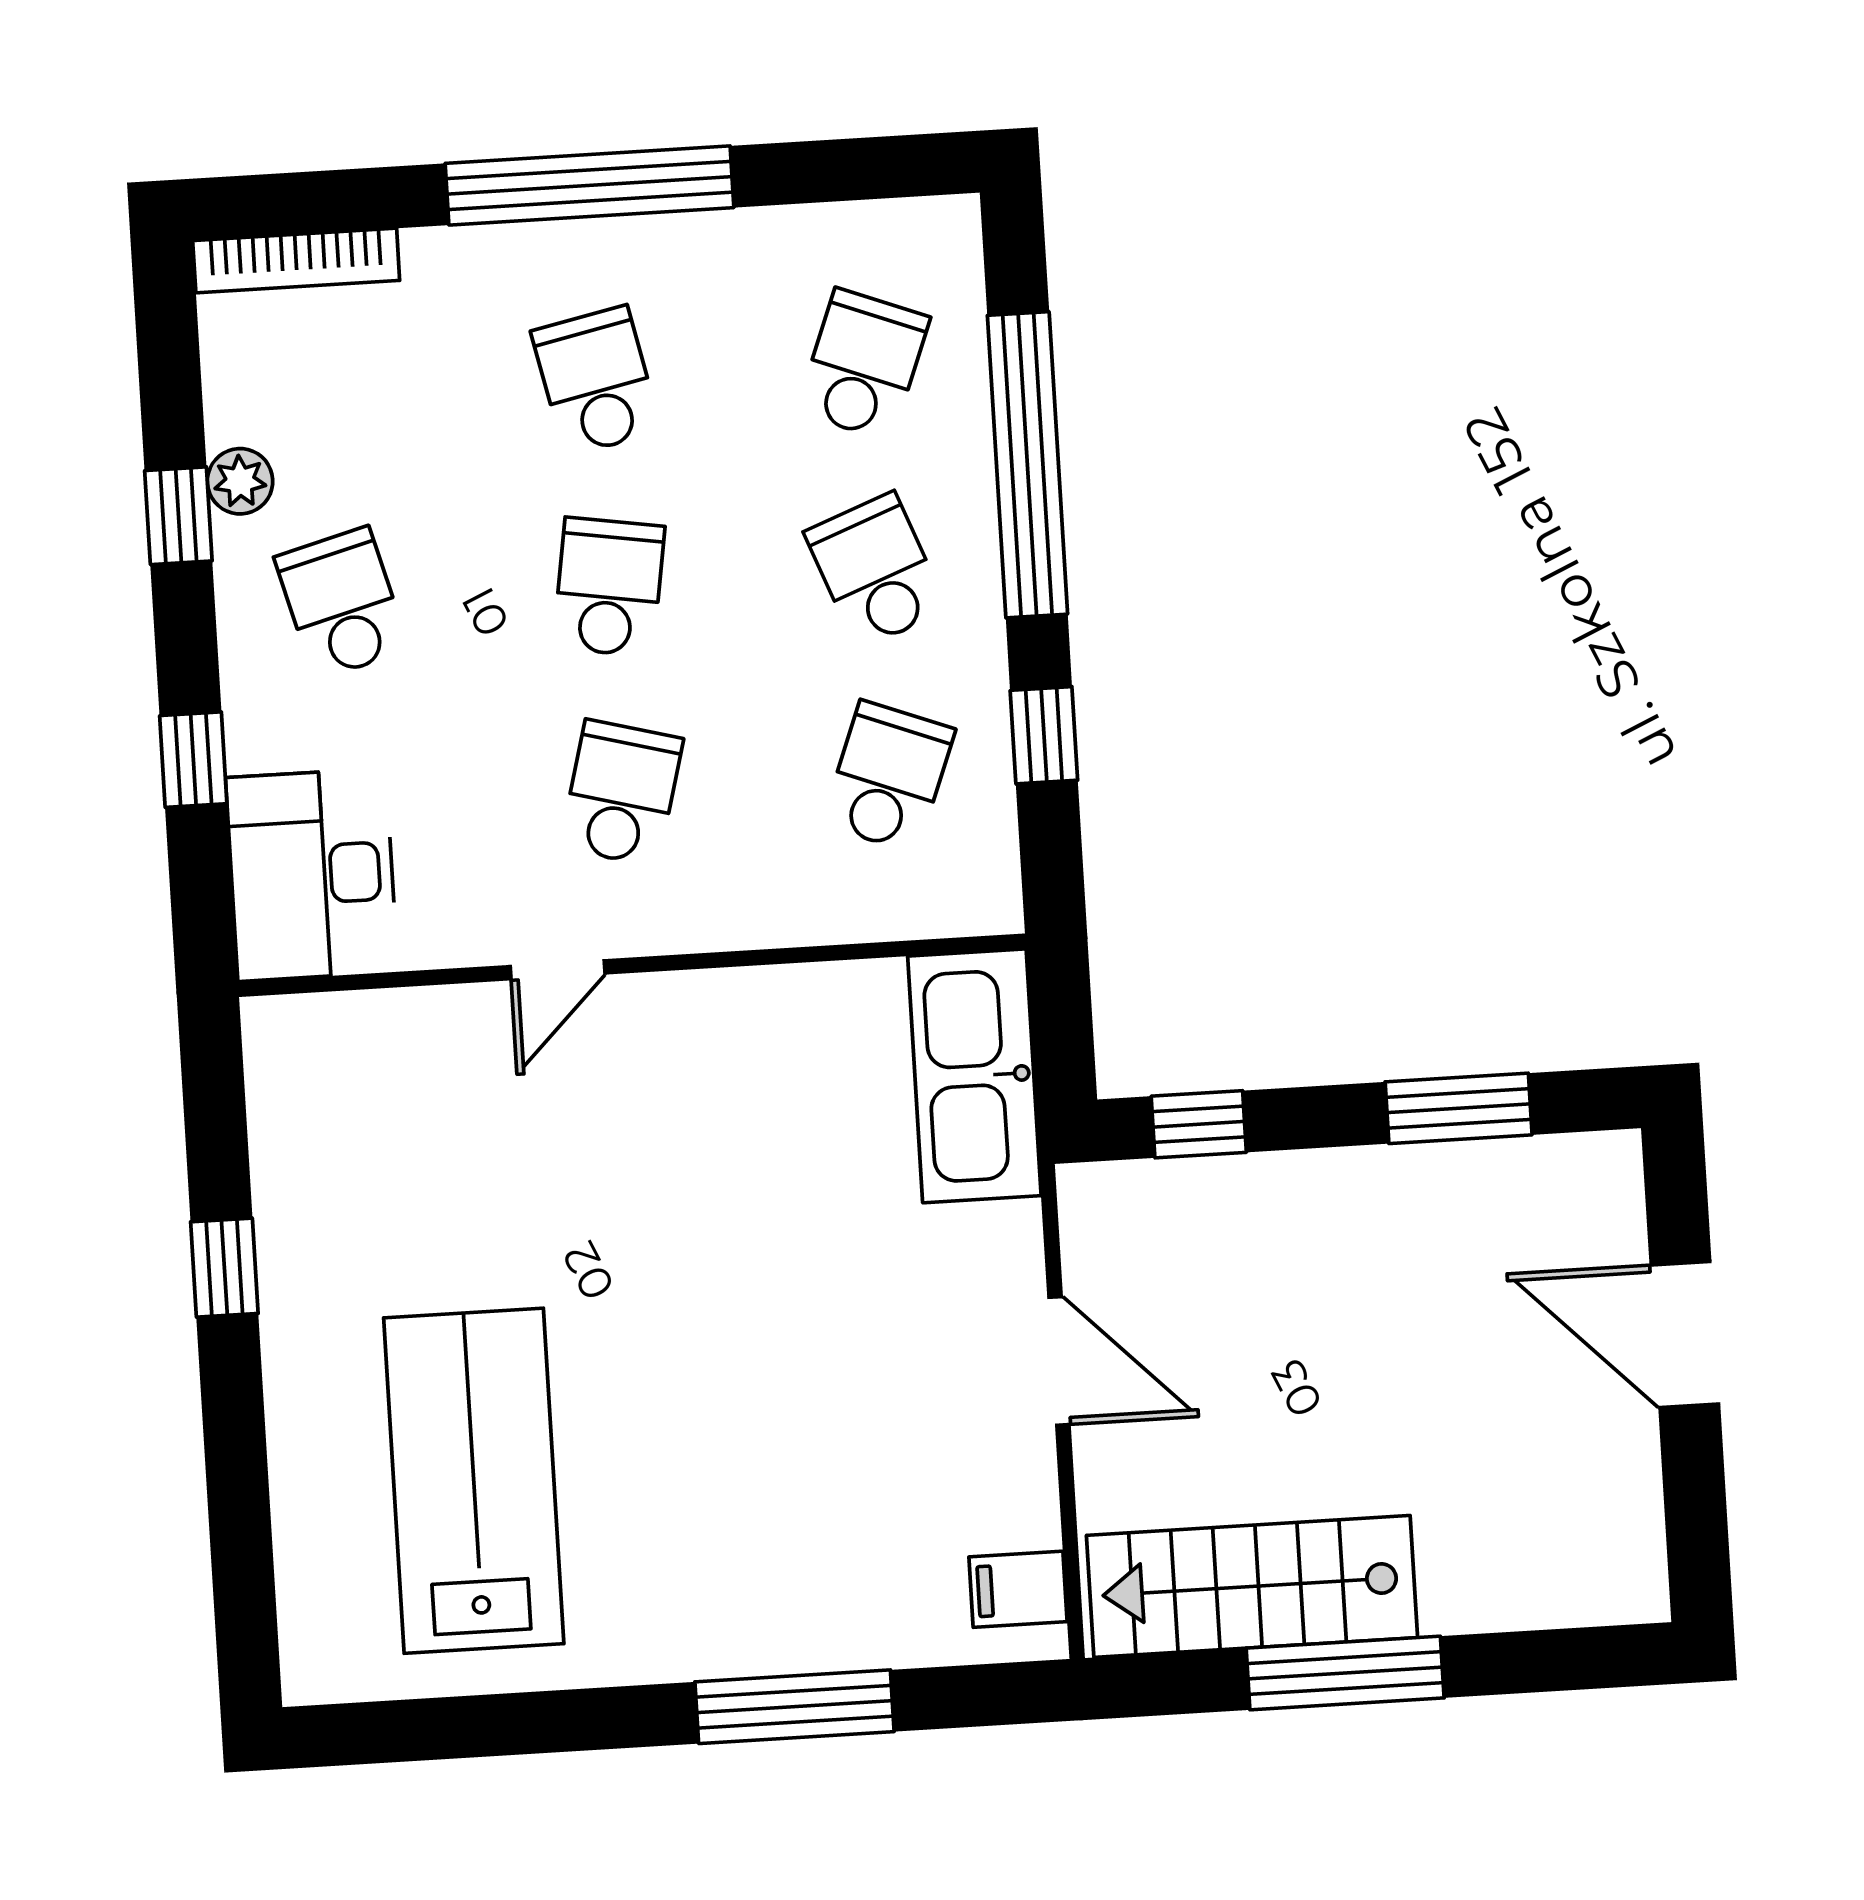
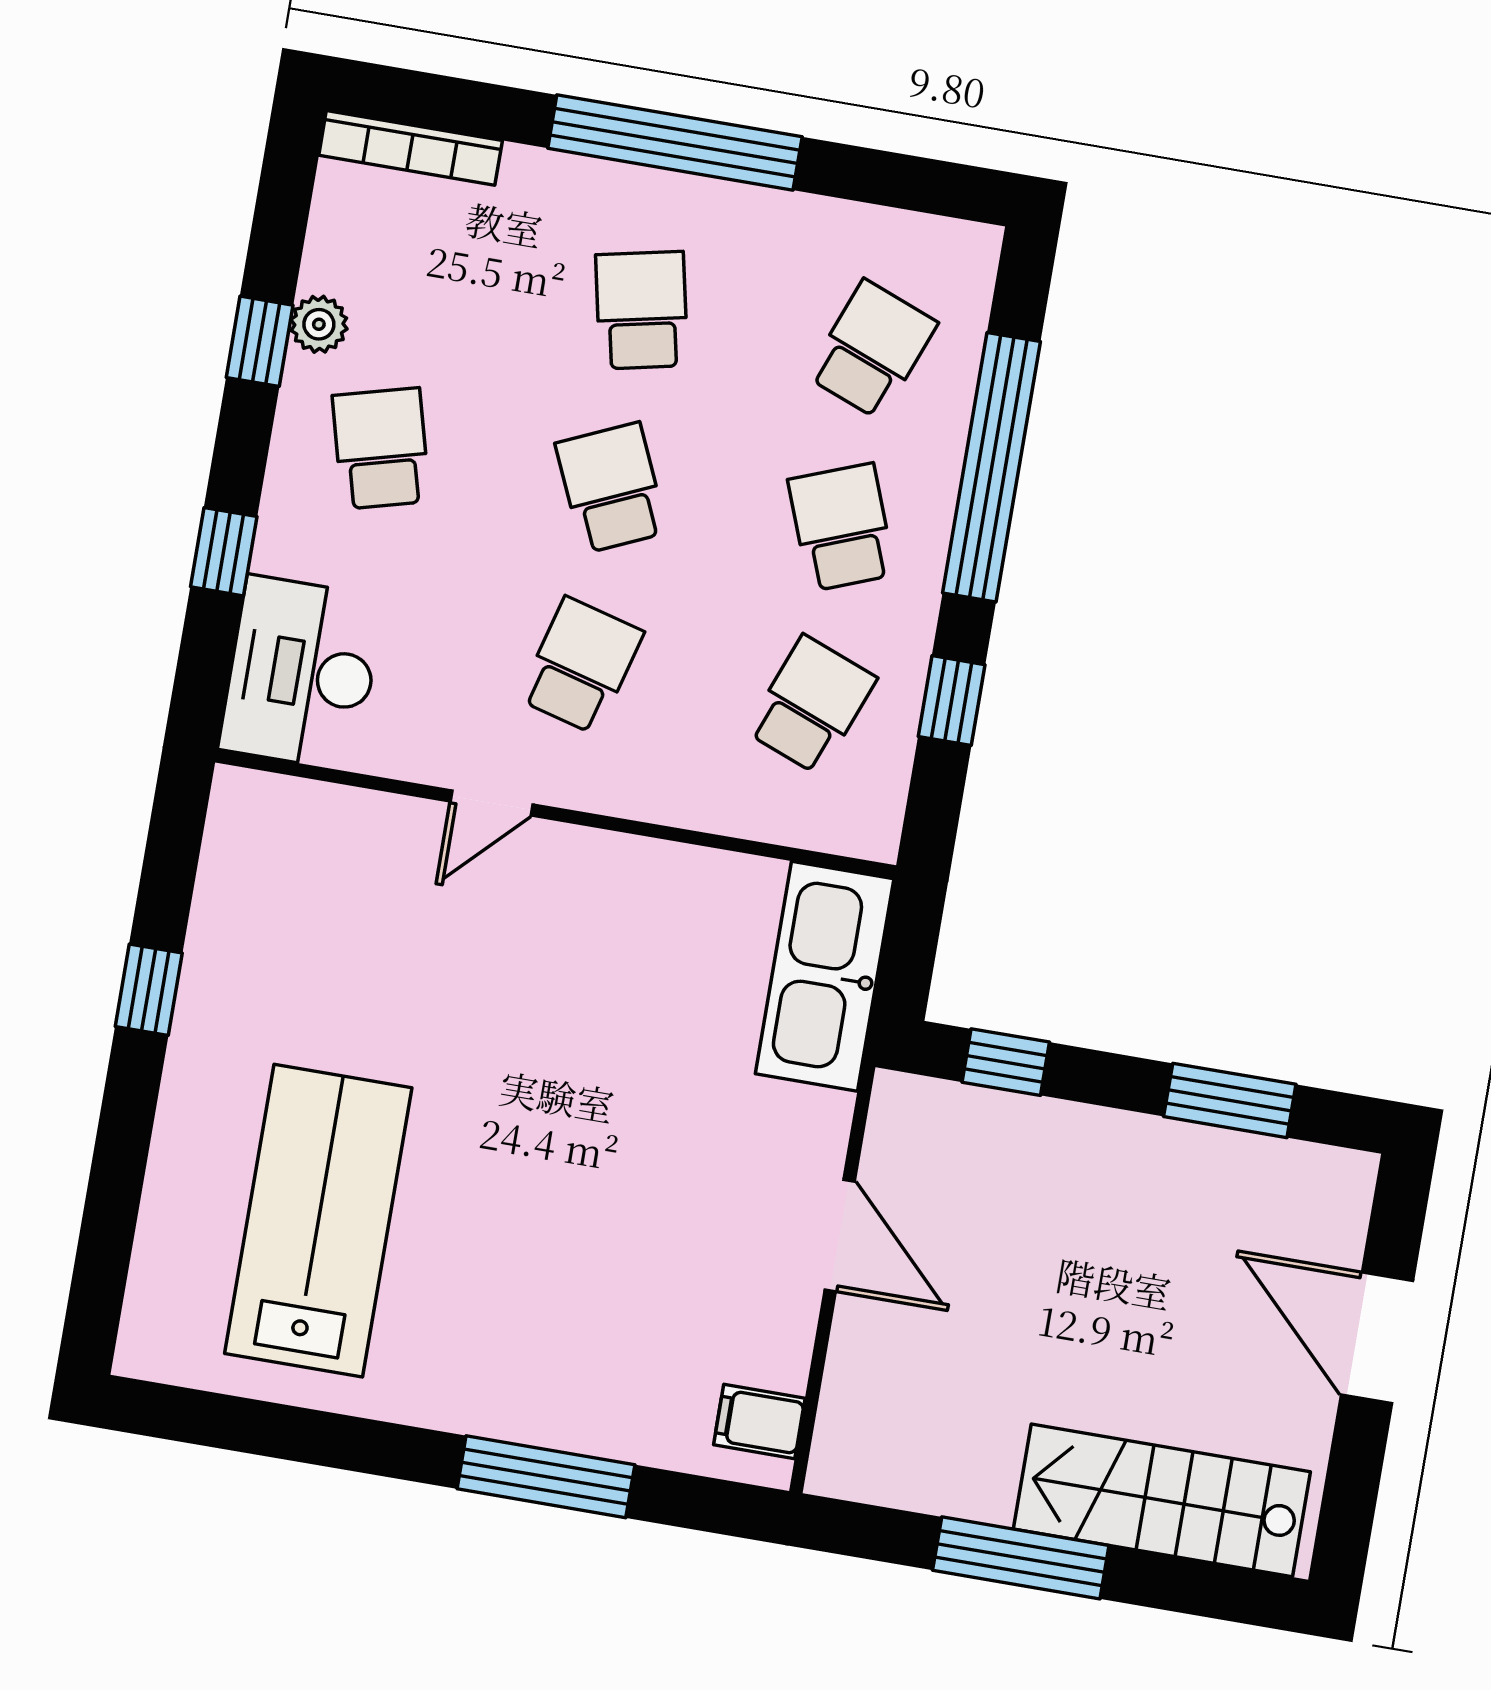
school desk: (609, 587) -> (611, 488), turned -33
stairs: (1252, 1586) -> (1162, 1500), moved

